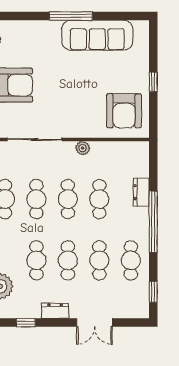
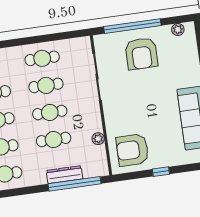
plant: (83, 148) -> (98, 139), moved
dresser: (141, 192) -> (65, 175), width x1.44
window: (153, 222) -> (75, 184), moved

